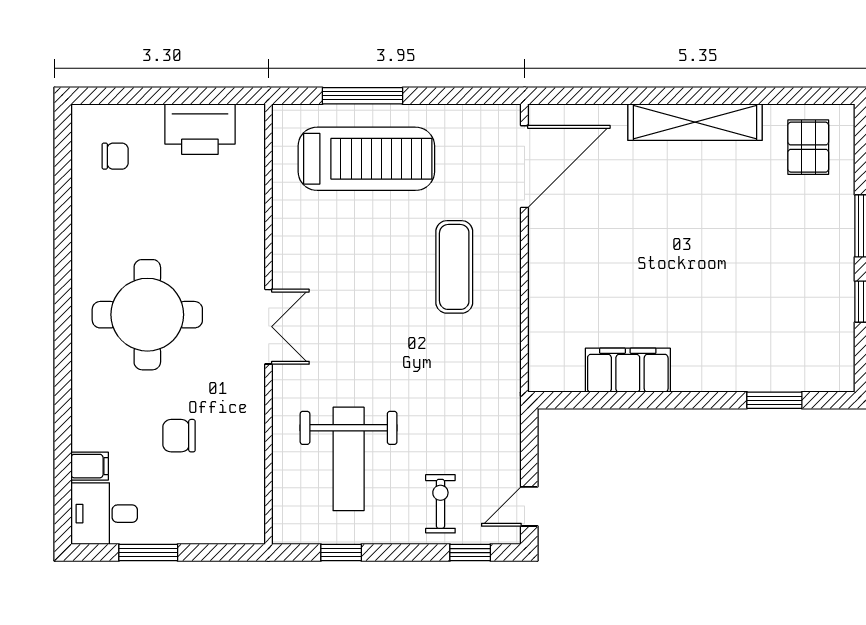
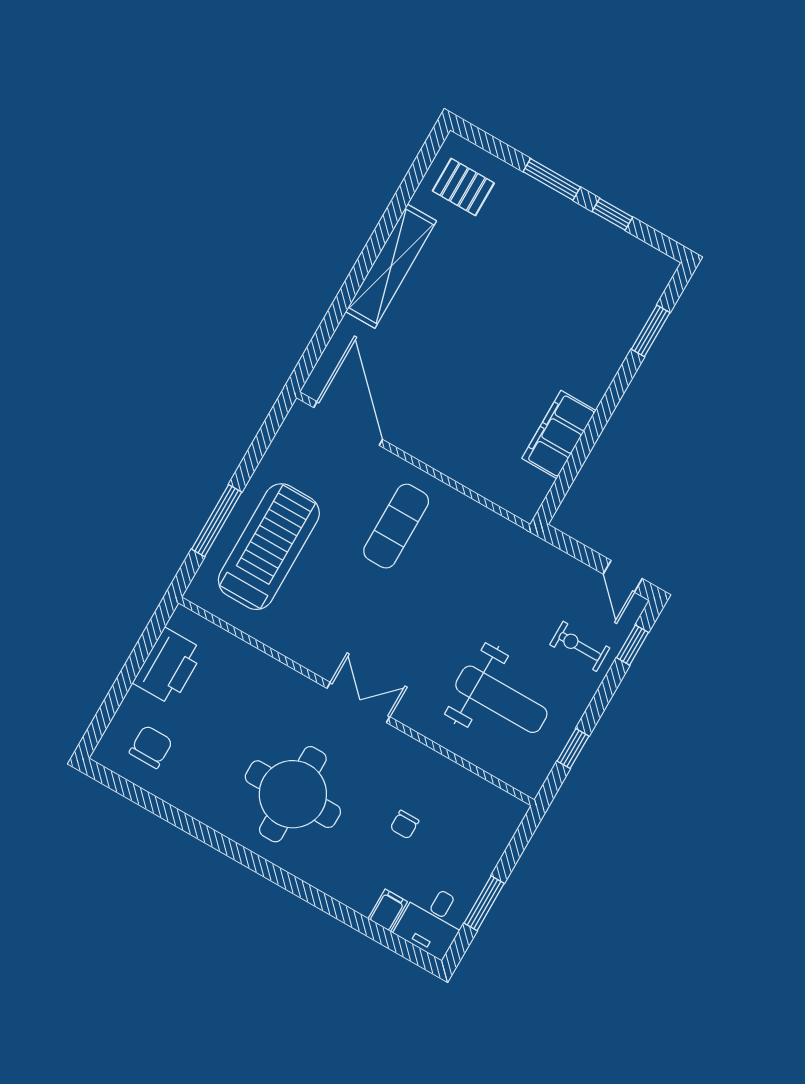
chair: (115, 156) -> (151, 747), width x1.37, depth x1.37
exercise mat: (454, 267) -> (396, 526), turned 90
chair: (179, 436) -> (405, 825), width x0.73, depth x0.73

